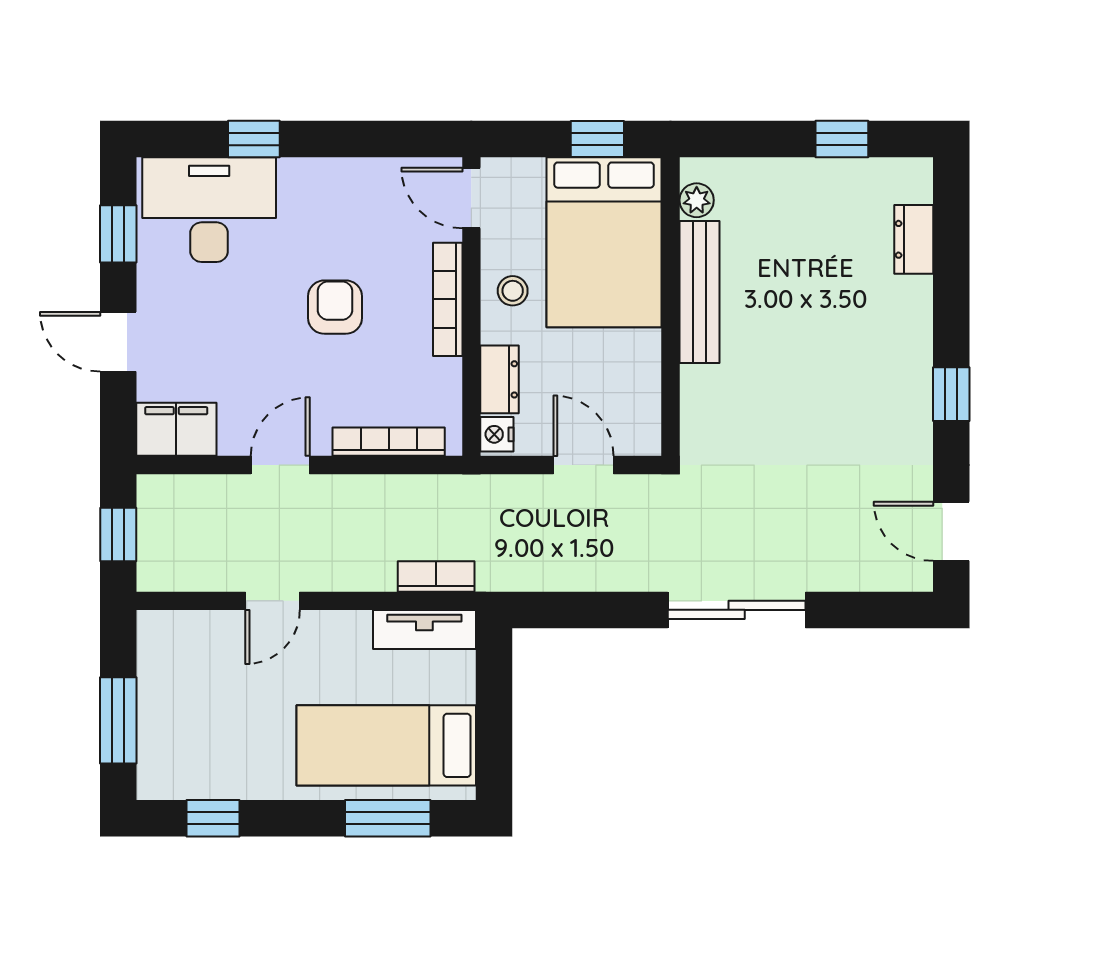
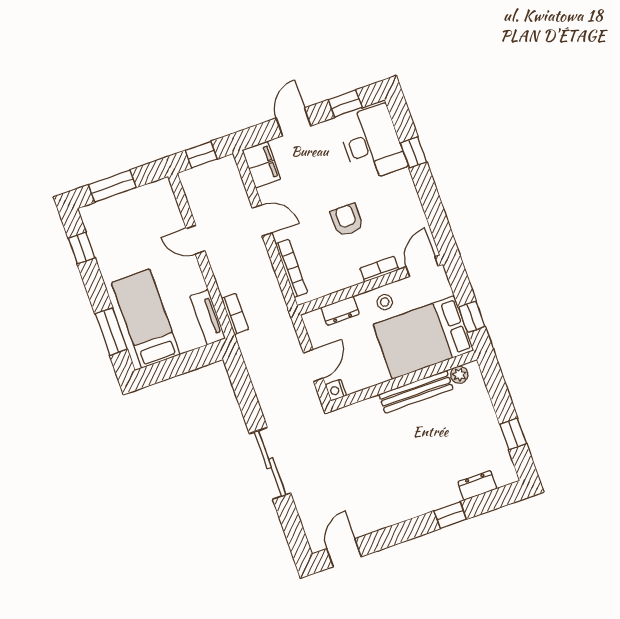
bookcase: (448, 299) -> (379, 269), width x0.64
armchair: (335, 307) -> (347, 220), turned -90
window: (951, 394) -> (450, 515), moved
nightstand: (497, 434) -> (336, 390), moved, turned -90

